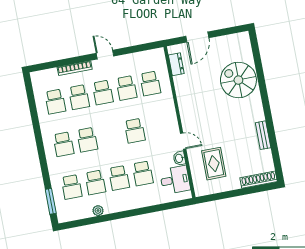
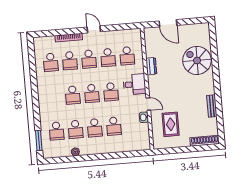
door: (197, 37) -> (168, 23), hinge flipped
dresser: (176, 64) -> (151, 66), moved
school desk: (63, 144) -> (92, 93), moved
desk: (175, 180) -> (134, 84), moved

